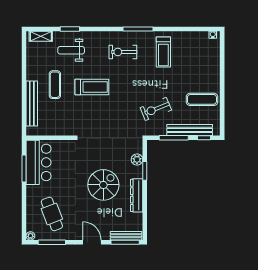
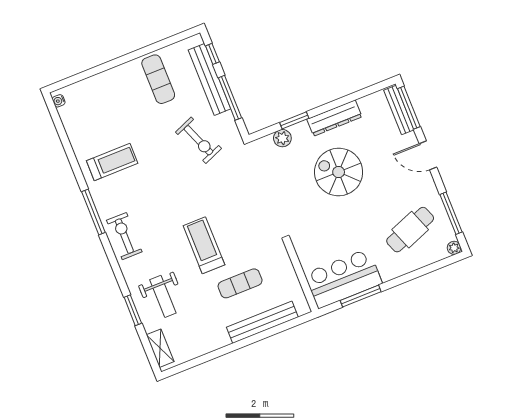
exercise bike: (123, 52) -> (124, 236), moved, turned 180
exercise mat: (55, 85) -> (240, 283), moved
door: (92, 242) -> (428, 155), hinge flipped

